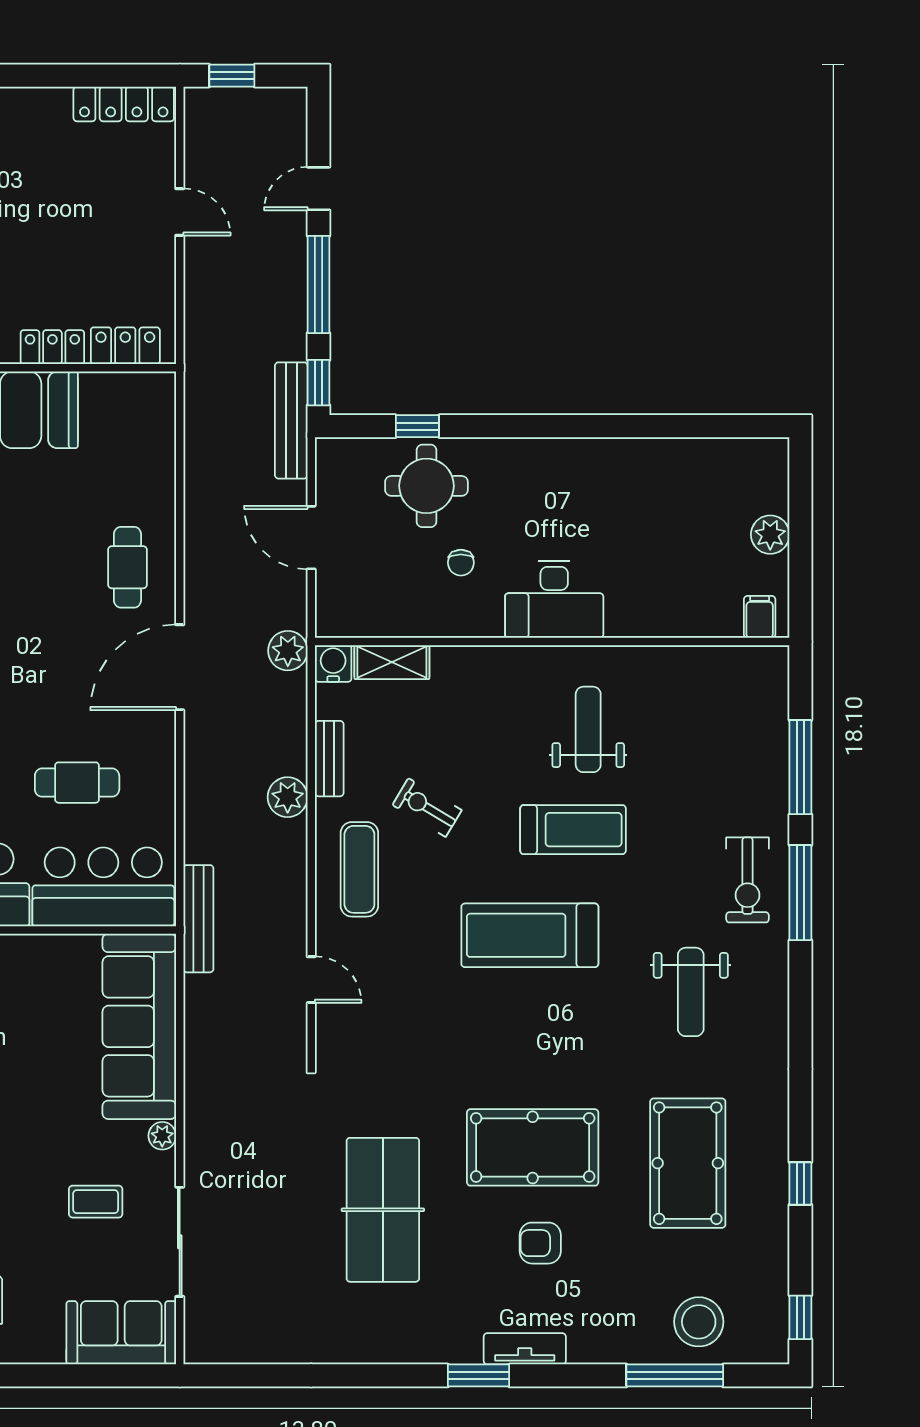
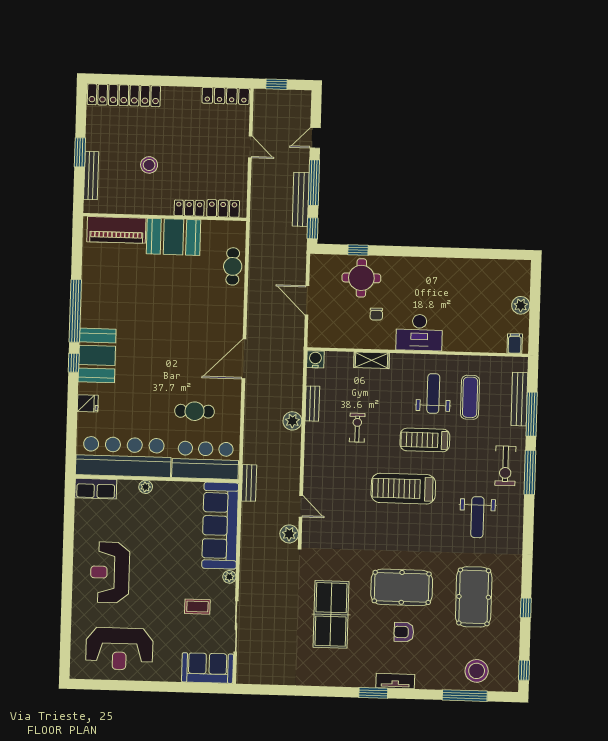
bench: (291, 420) -> (301, 199), moved
cafe table: (127, 567) -> (233, 266), moved
plant: (288, 651) -> (289, 534), moved
shelving: (392, 662) -> (372, 360), moved
bench: (773, 736) -> (519, 399), added
exercise bike: (427, 807) -> (357, 428), turned 59
treadmill: (573, 830) -> (425, 440), turned 180
exercise mat: (359, 869) -> (470, 397), moved
bench: (198, 919) -> (249, 483), width x0.73

